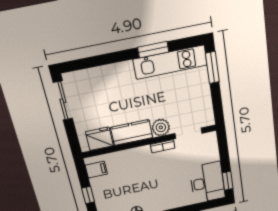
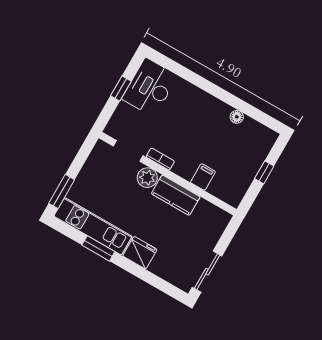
fridge: (99, 139) -> (140, 253), moved, turned 180
filing cabinet: (96, 170) -> (203, 177), moved, turned 90
window: (228, 181) -> (121, 88), moved

